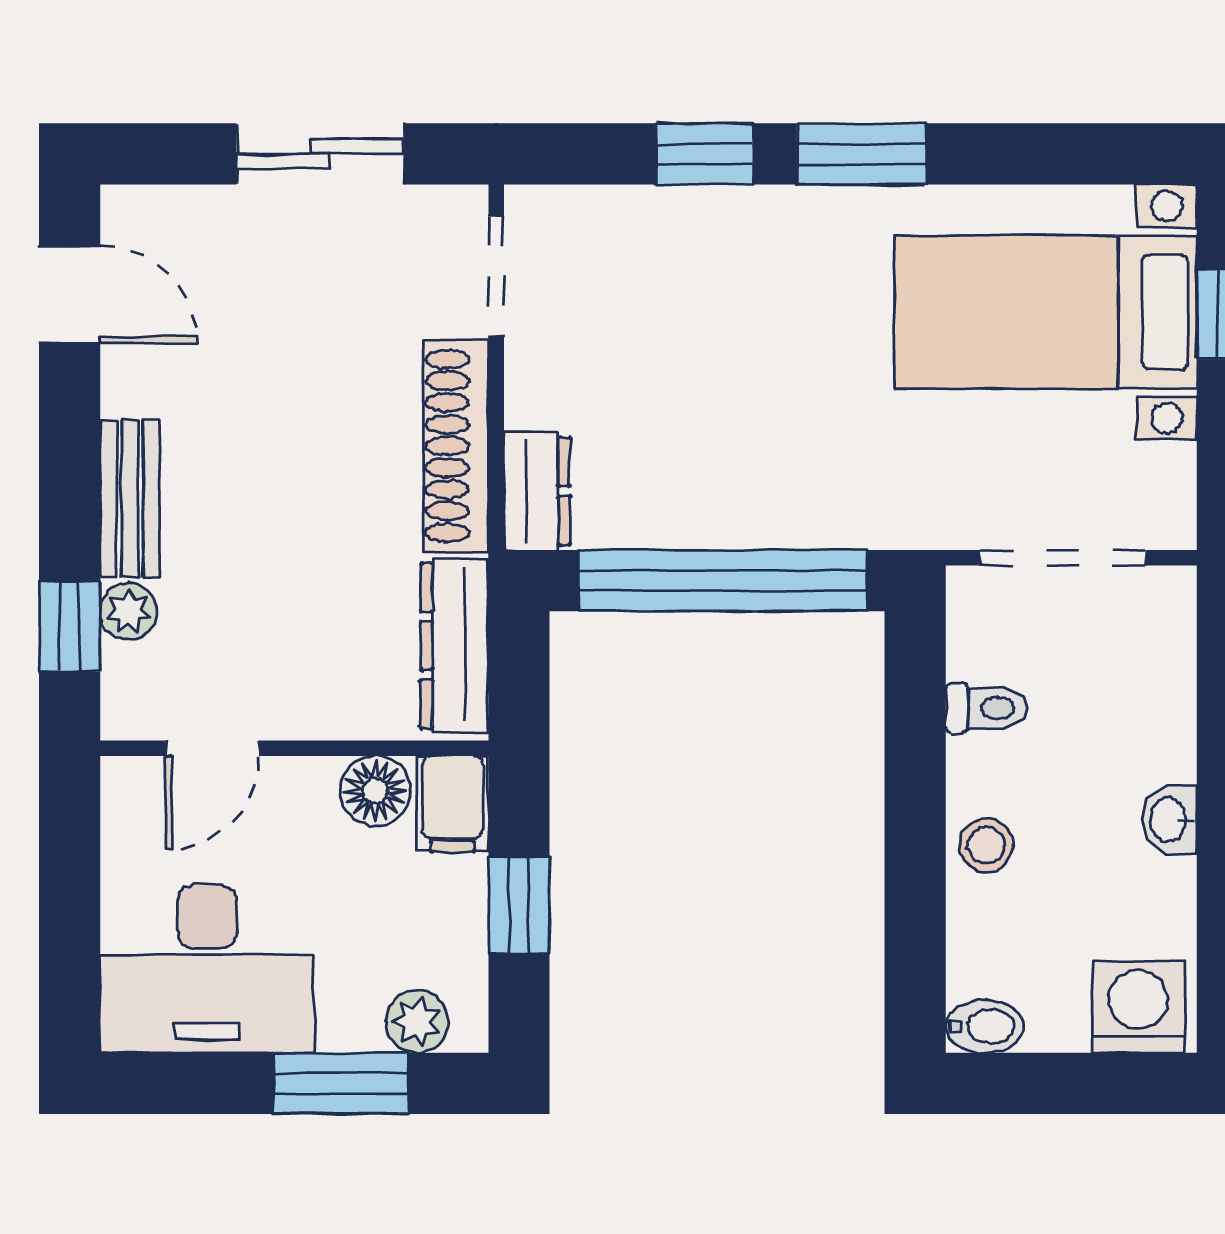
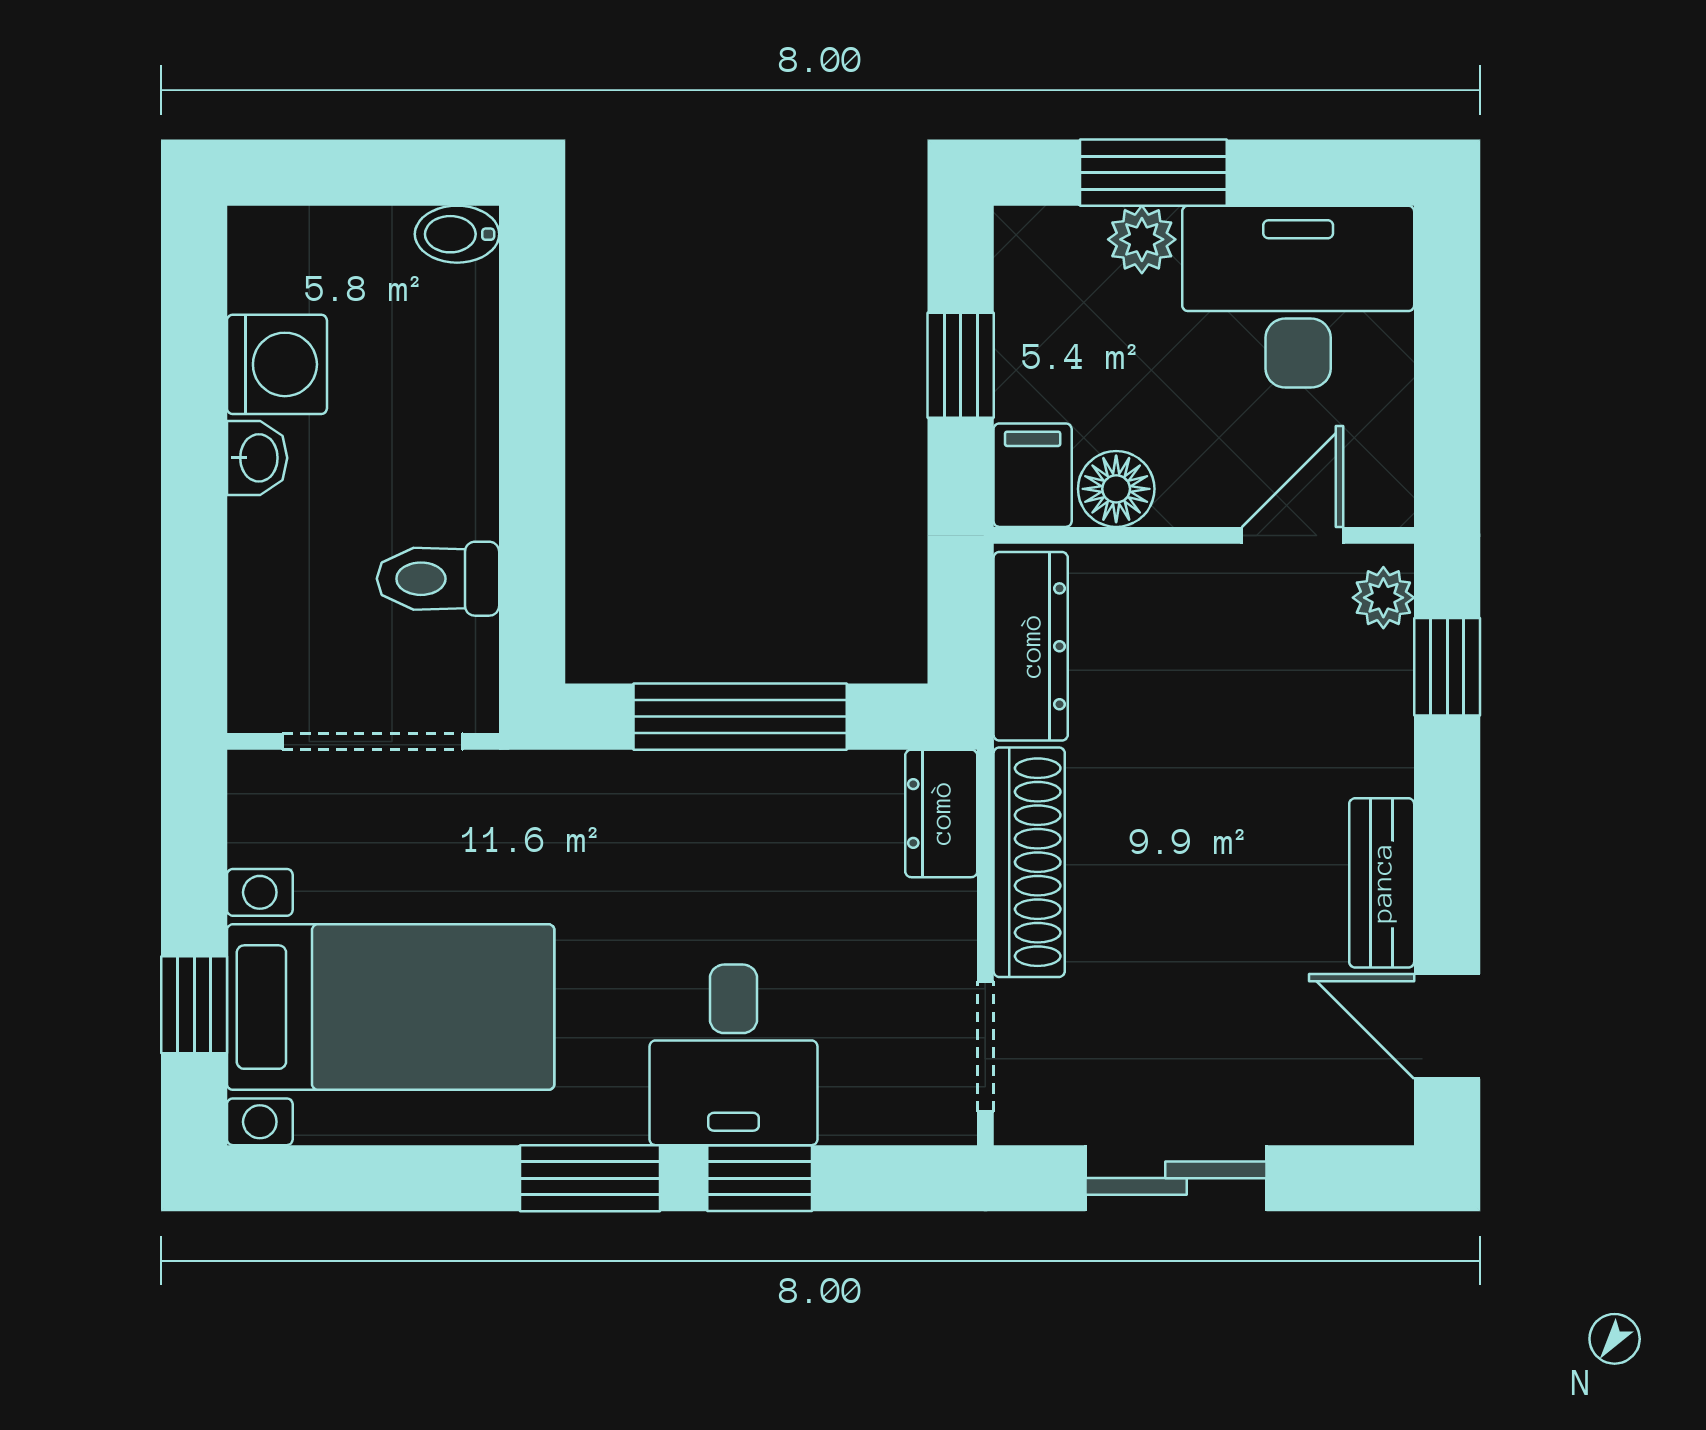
desk: (729, 268) -> (733, 1055), added
bench: (130, 499) -> (1382, 883), moved
window: (723, 581) -> (740, 717), width x0.68
plant: (128, 611) -> (1383, 598), moved
toilet: (986, 708) -> (438, 579), width x1.37, depth x1.39
stool: (986, 845) -> (455, 430), removed
washing machine: (1138, 1007) -> (277, 364), moved, turned -90
plant: (417, 1022) -> (1142, 239), moved

